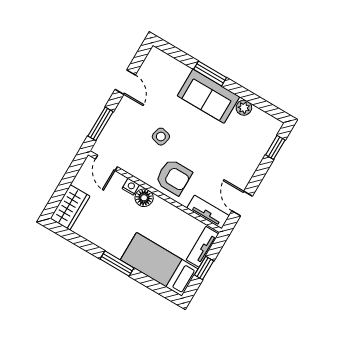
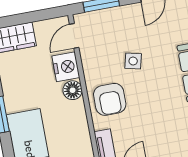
nightstand: (131, 187) -> (66, 67), width x1.89, depth x1.79

